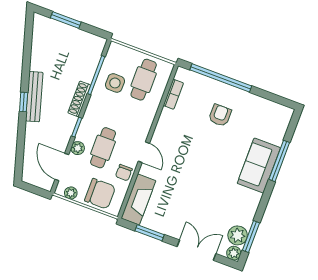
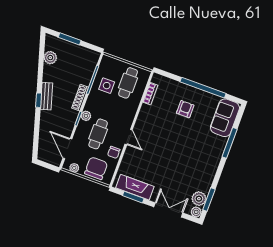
plant: (40, 45) -> (50, 58), added
window: (221, 78) -> (203, 88), moved
bench: (34, 97) -> (47, 96), width x0.73
plant: (78, 148) -> (86, 116), moved
sofa: (259, 166) -> (225, 118), moved
chair: (100, 194) -> (96, 168), turned -90
fireplace: (138, 199) -> (135, 187), moved, turned -90

